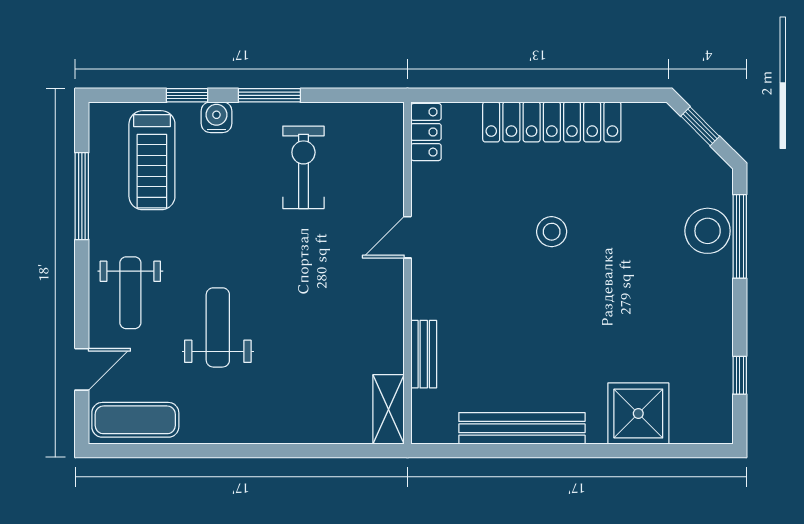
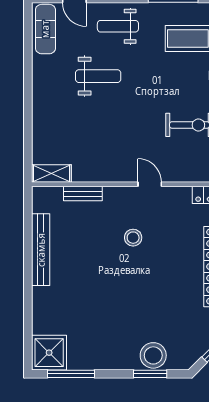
stool: (552, 232) -> (133, 238), moved
window: (740, 236) -> (150, 374), width x0.69
window: (740, 375) -> (71, 374), width x2.17
shower: (638, 413) -> (49, 353), moved

